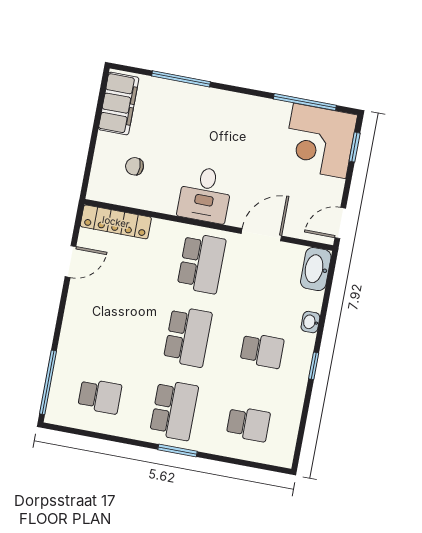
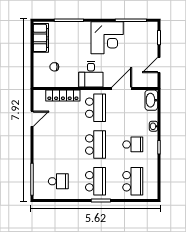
corner desk: (320, 141) -> (107, 38), moved, turned -90
locker: (116, 222) -> (63, 95), moved
door: (340, 223) -> (159, 65), moved
school desk: (248, 424) -> (133, 181), width x1.85

